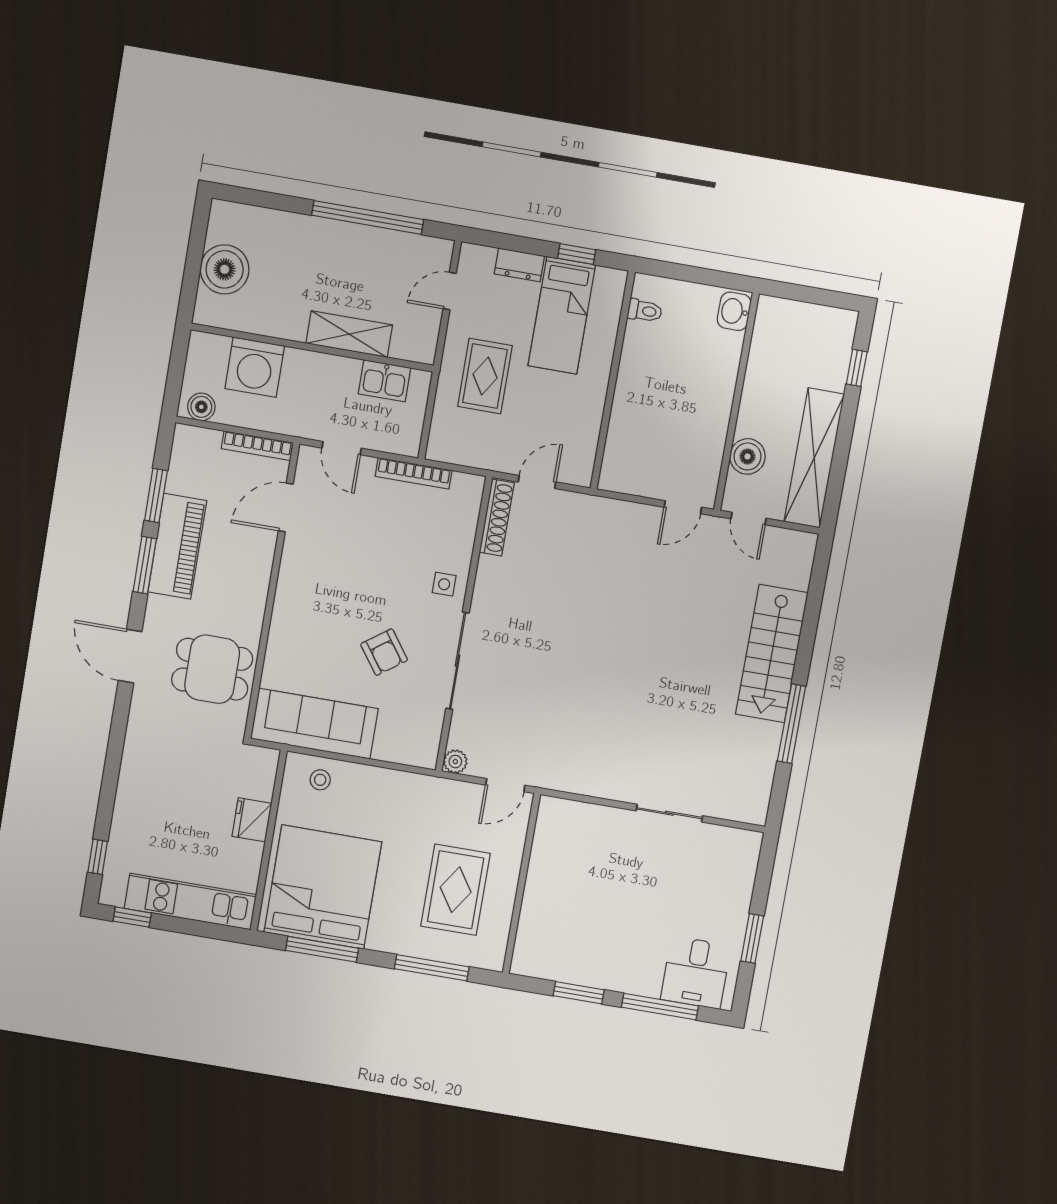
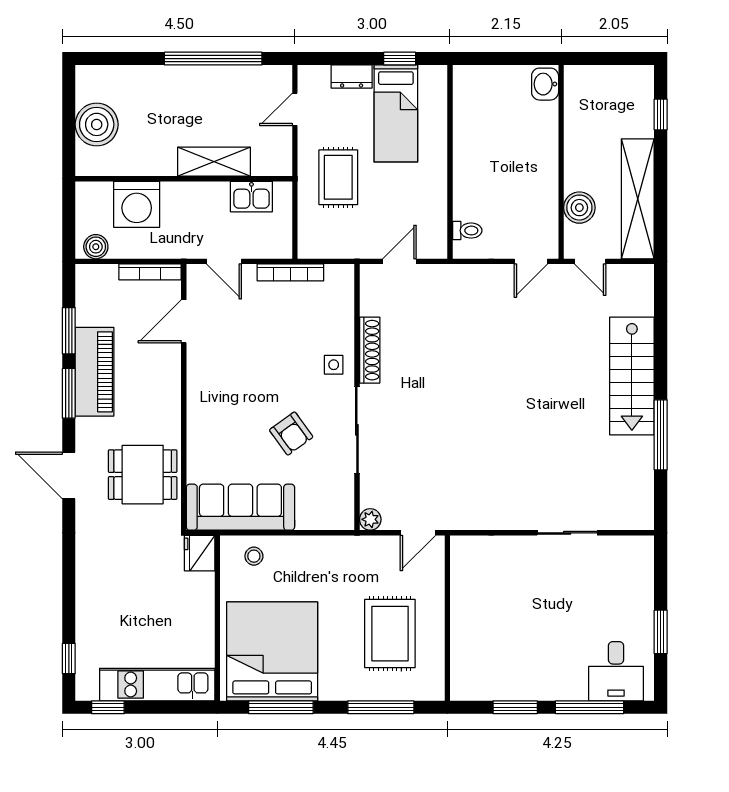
toilet: (645, 311) -> (467, 231), moved
shoe rack: (497, 518) -> (370, 350), moved
fridge: (252, 820) -> (200, 553), moved

